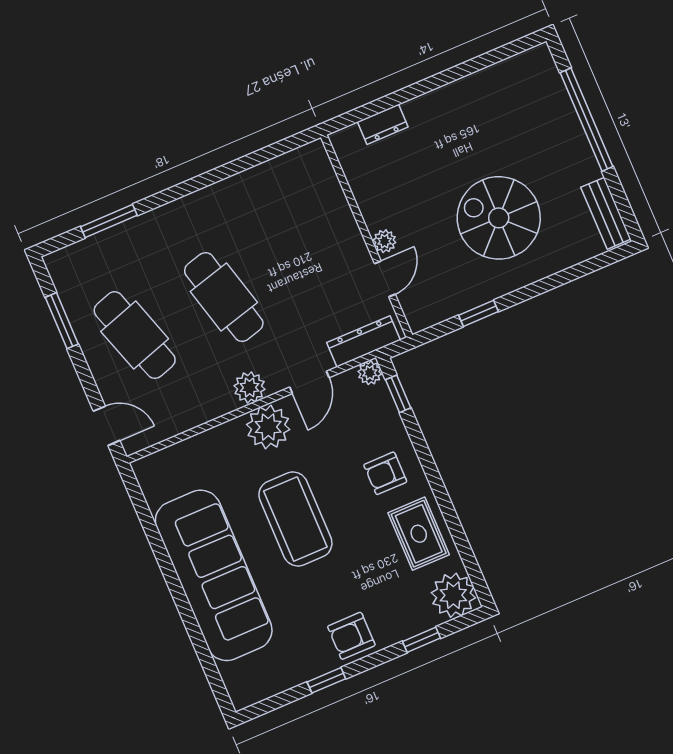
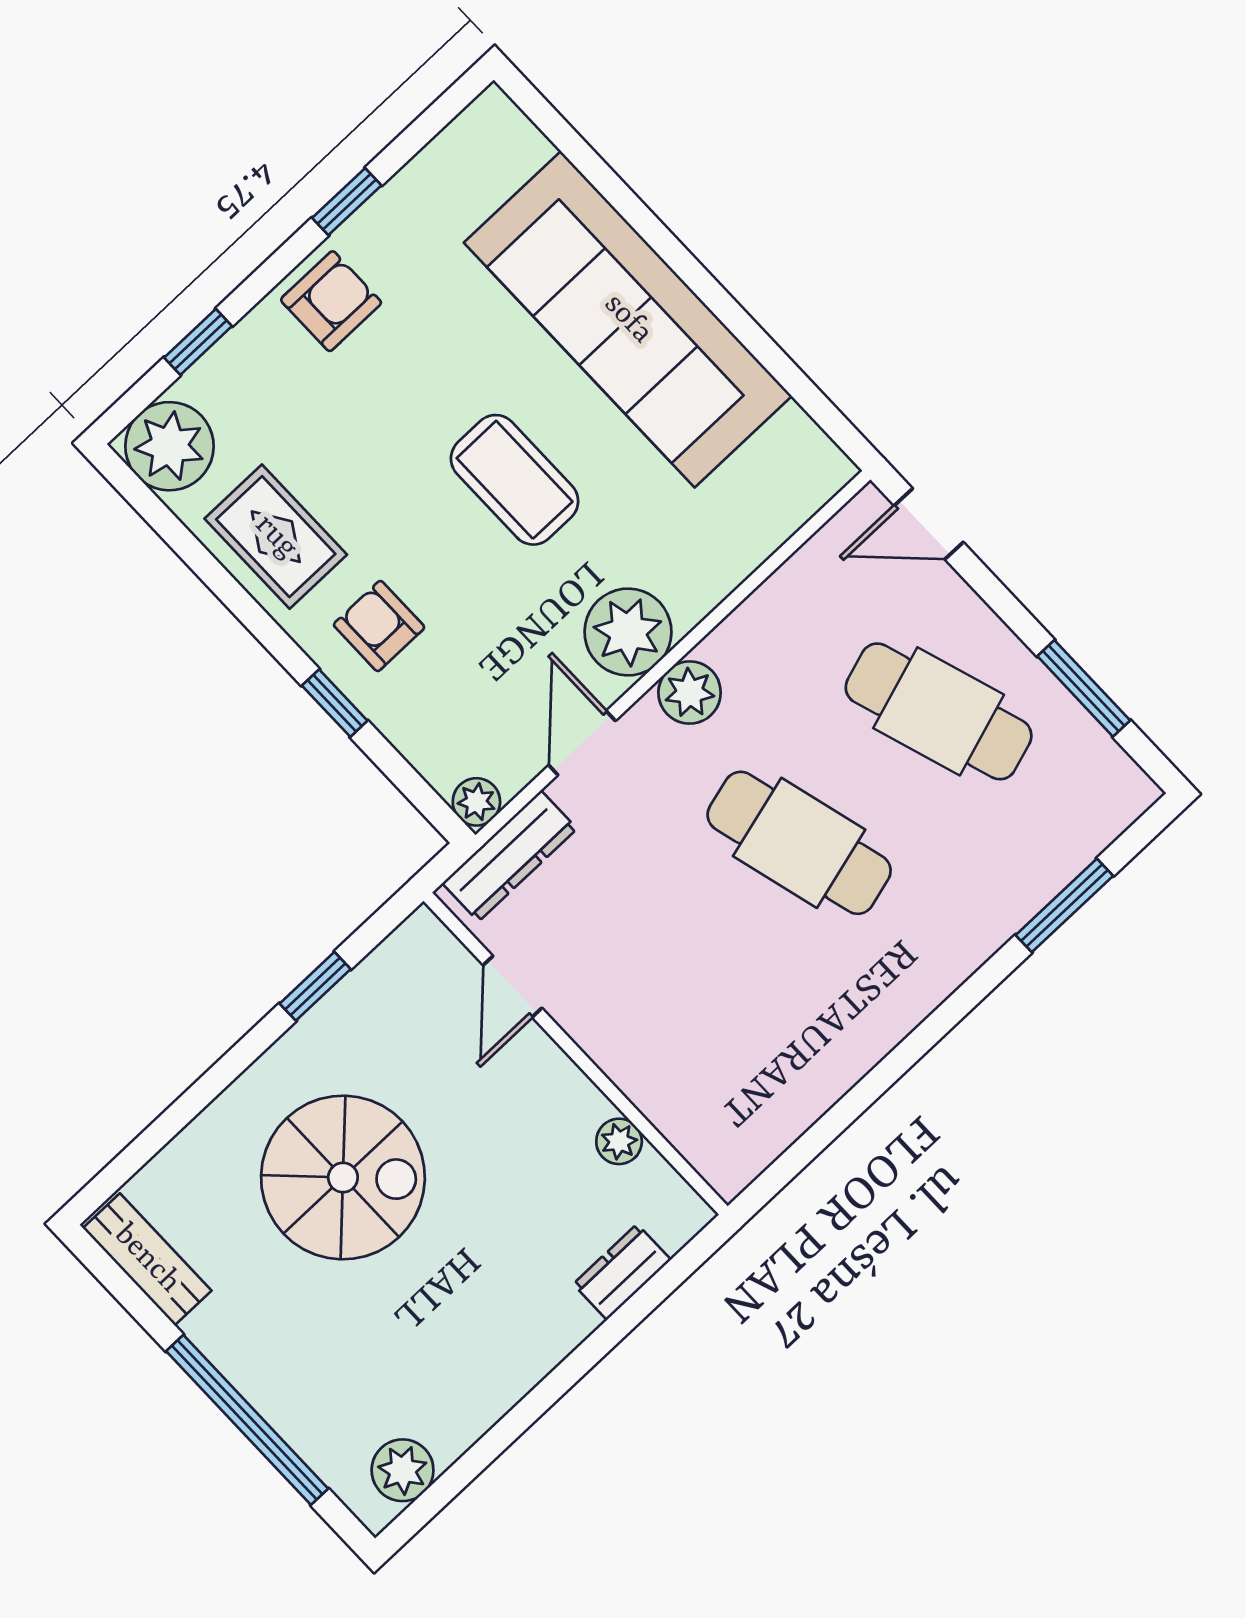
plant: (522, 69) -> (403, 1470), added
plant: (385, 241) -> (619, 1141), moved
window: (398, 394) -> (335, 703), moved
armchair: (385, 473) -> (379, 626), turned -90
coffee table: (295, 519) -> (515, 480), width x0.73, depth x0.76

